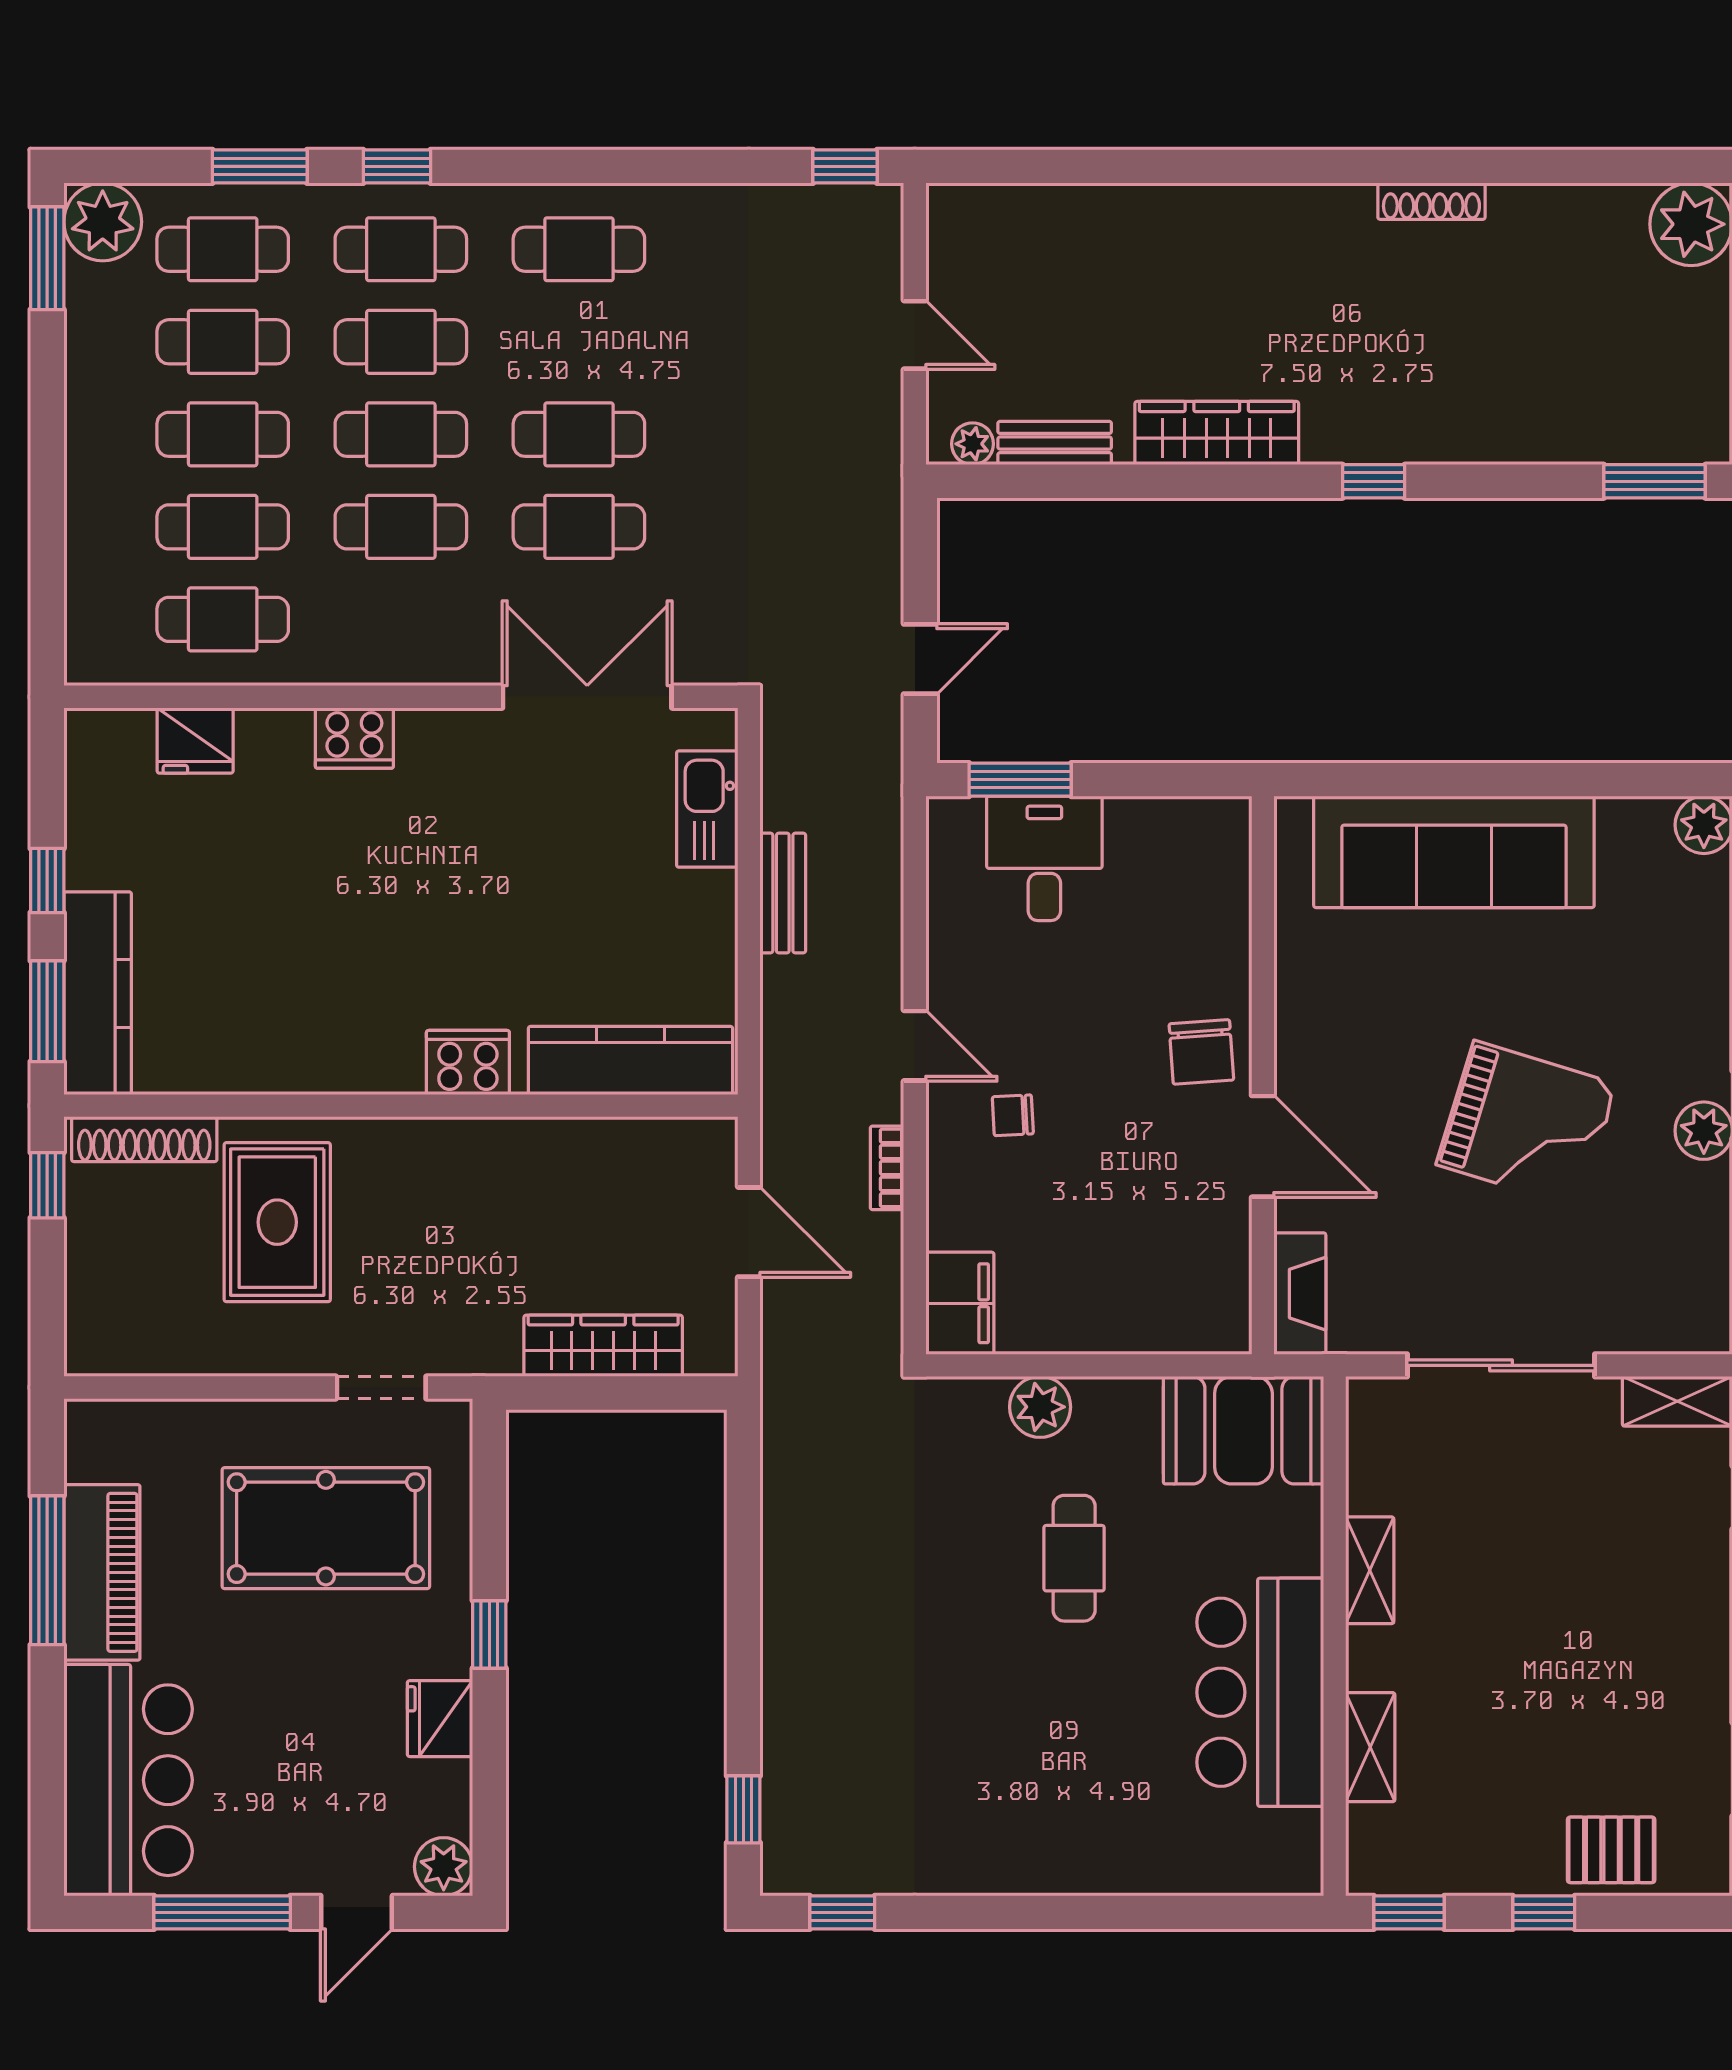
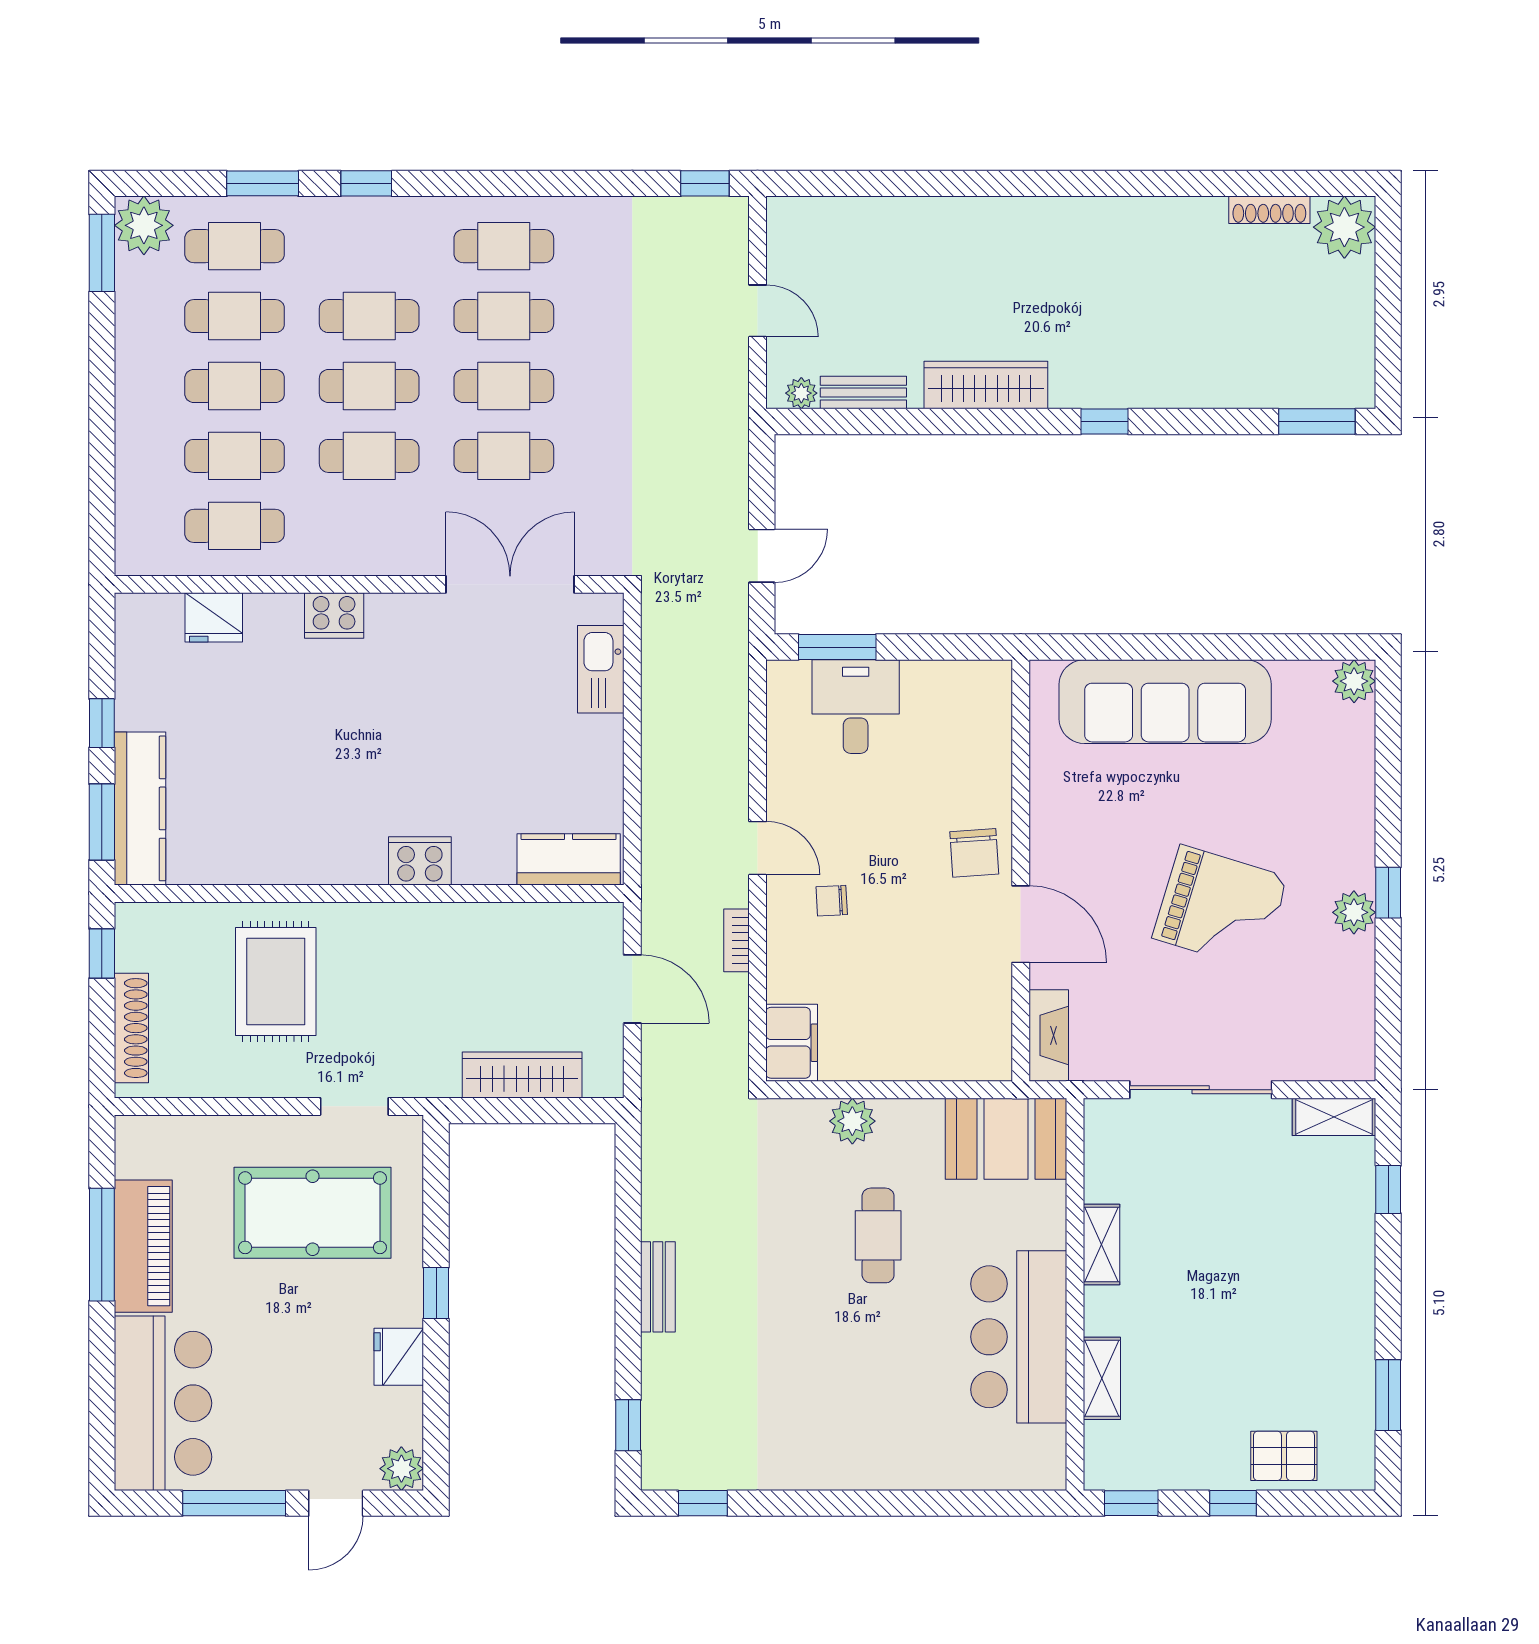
shoe rack: (1431, 201) -> (1269, 210), moved
cafe table: (401, 249) -> (504, 316), moved
bench: (783, 893) -> (658, 1287), moved
kitchen counter: (631, 1061) -> (569, 859), width x0.67
shoe rack: (144, 1139) -> (131, 1028), moved, turned -90

